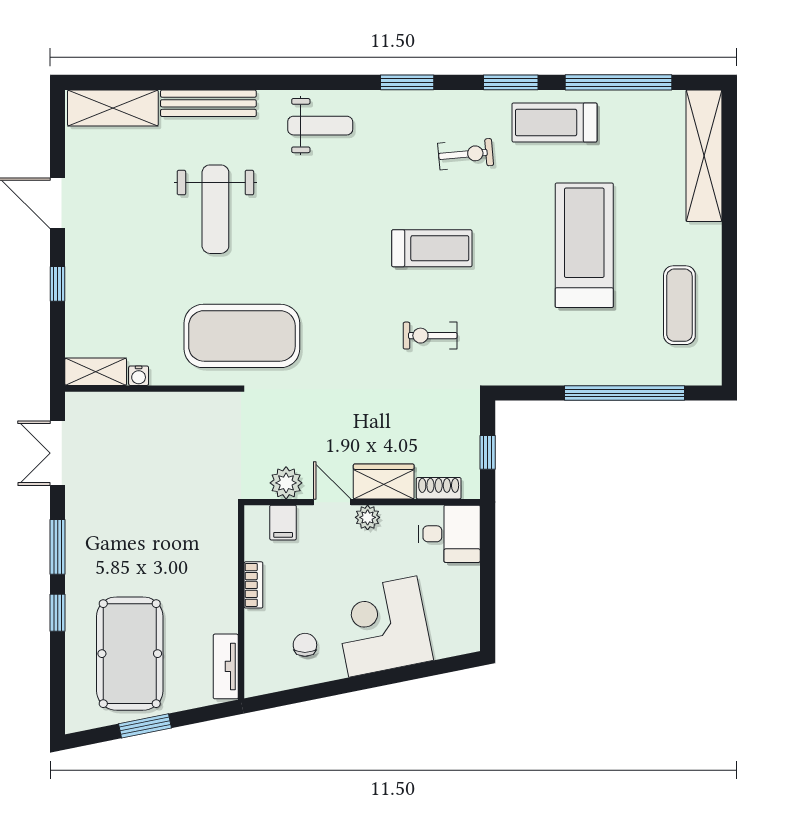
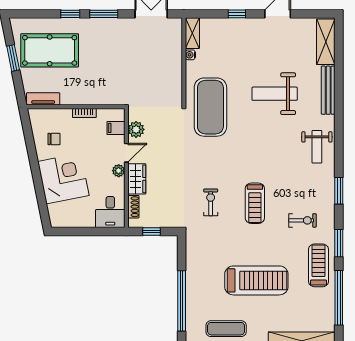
exercise bike: (466, 154) -> (302, 220), turned -85

